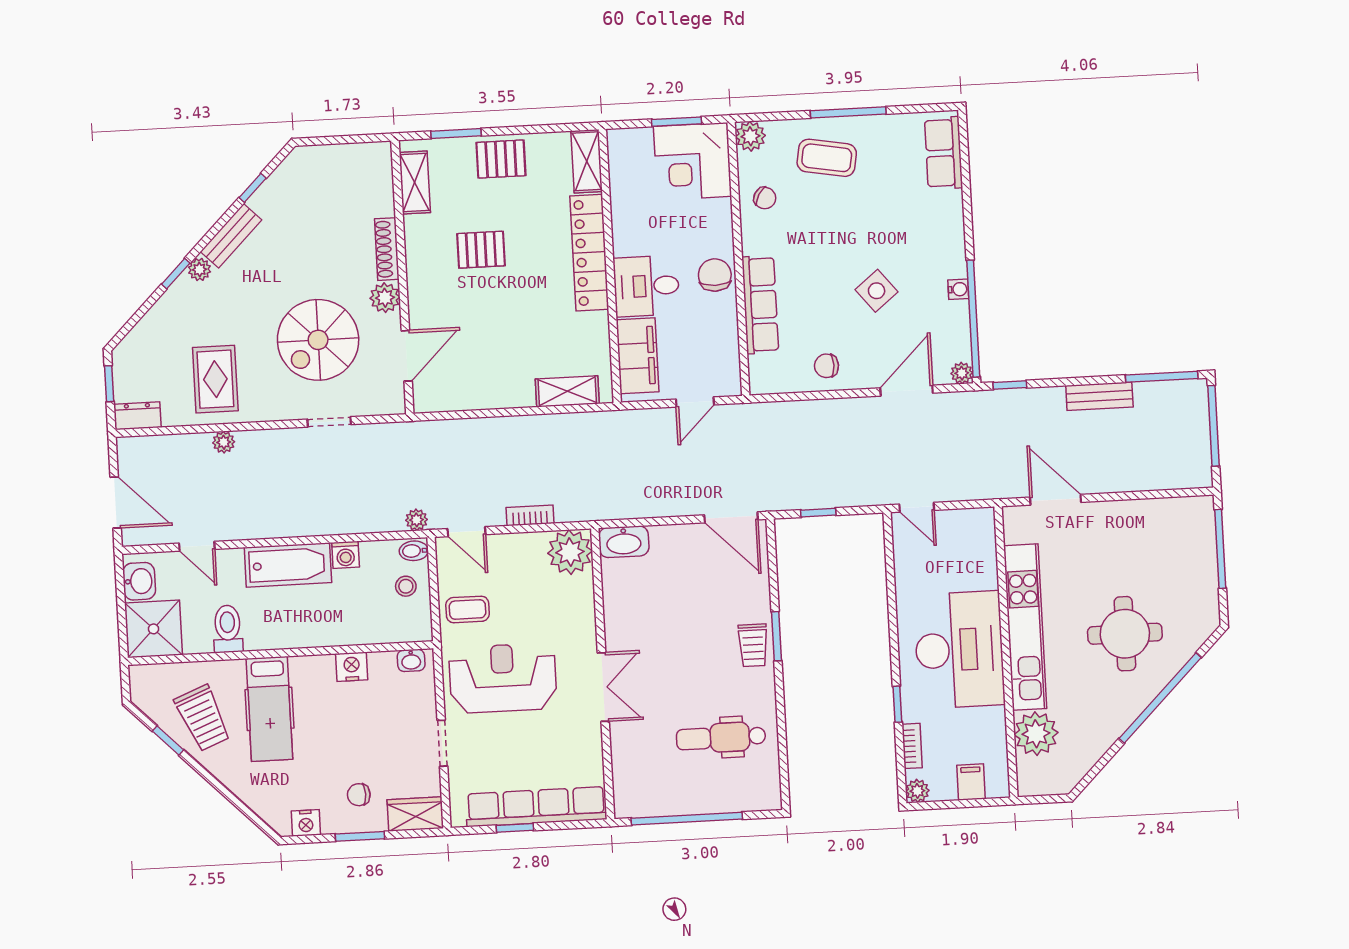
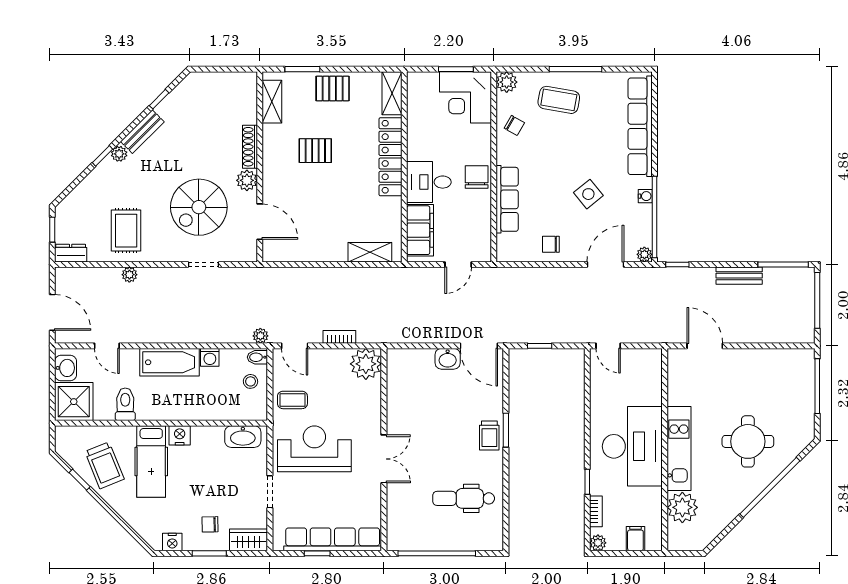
row of seats: (944, 153) -> (640, 126), width x2.02
door: (407, 356) -> (260, 222), hinge flipped
washbasin: (624, 542) -> (448, 359), moved, width x0.72
kitchen unit: (1025, 627) -> (679, 448), width x0.73
washbasin: (411, 660) -> (243, 437), width x1.91, depth x1.45
nightstand: (352, 667) -> (180, 435), moved

